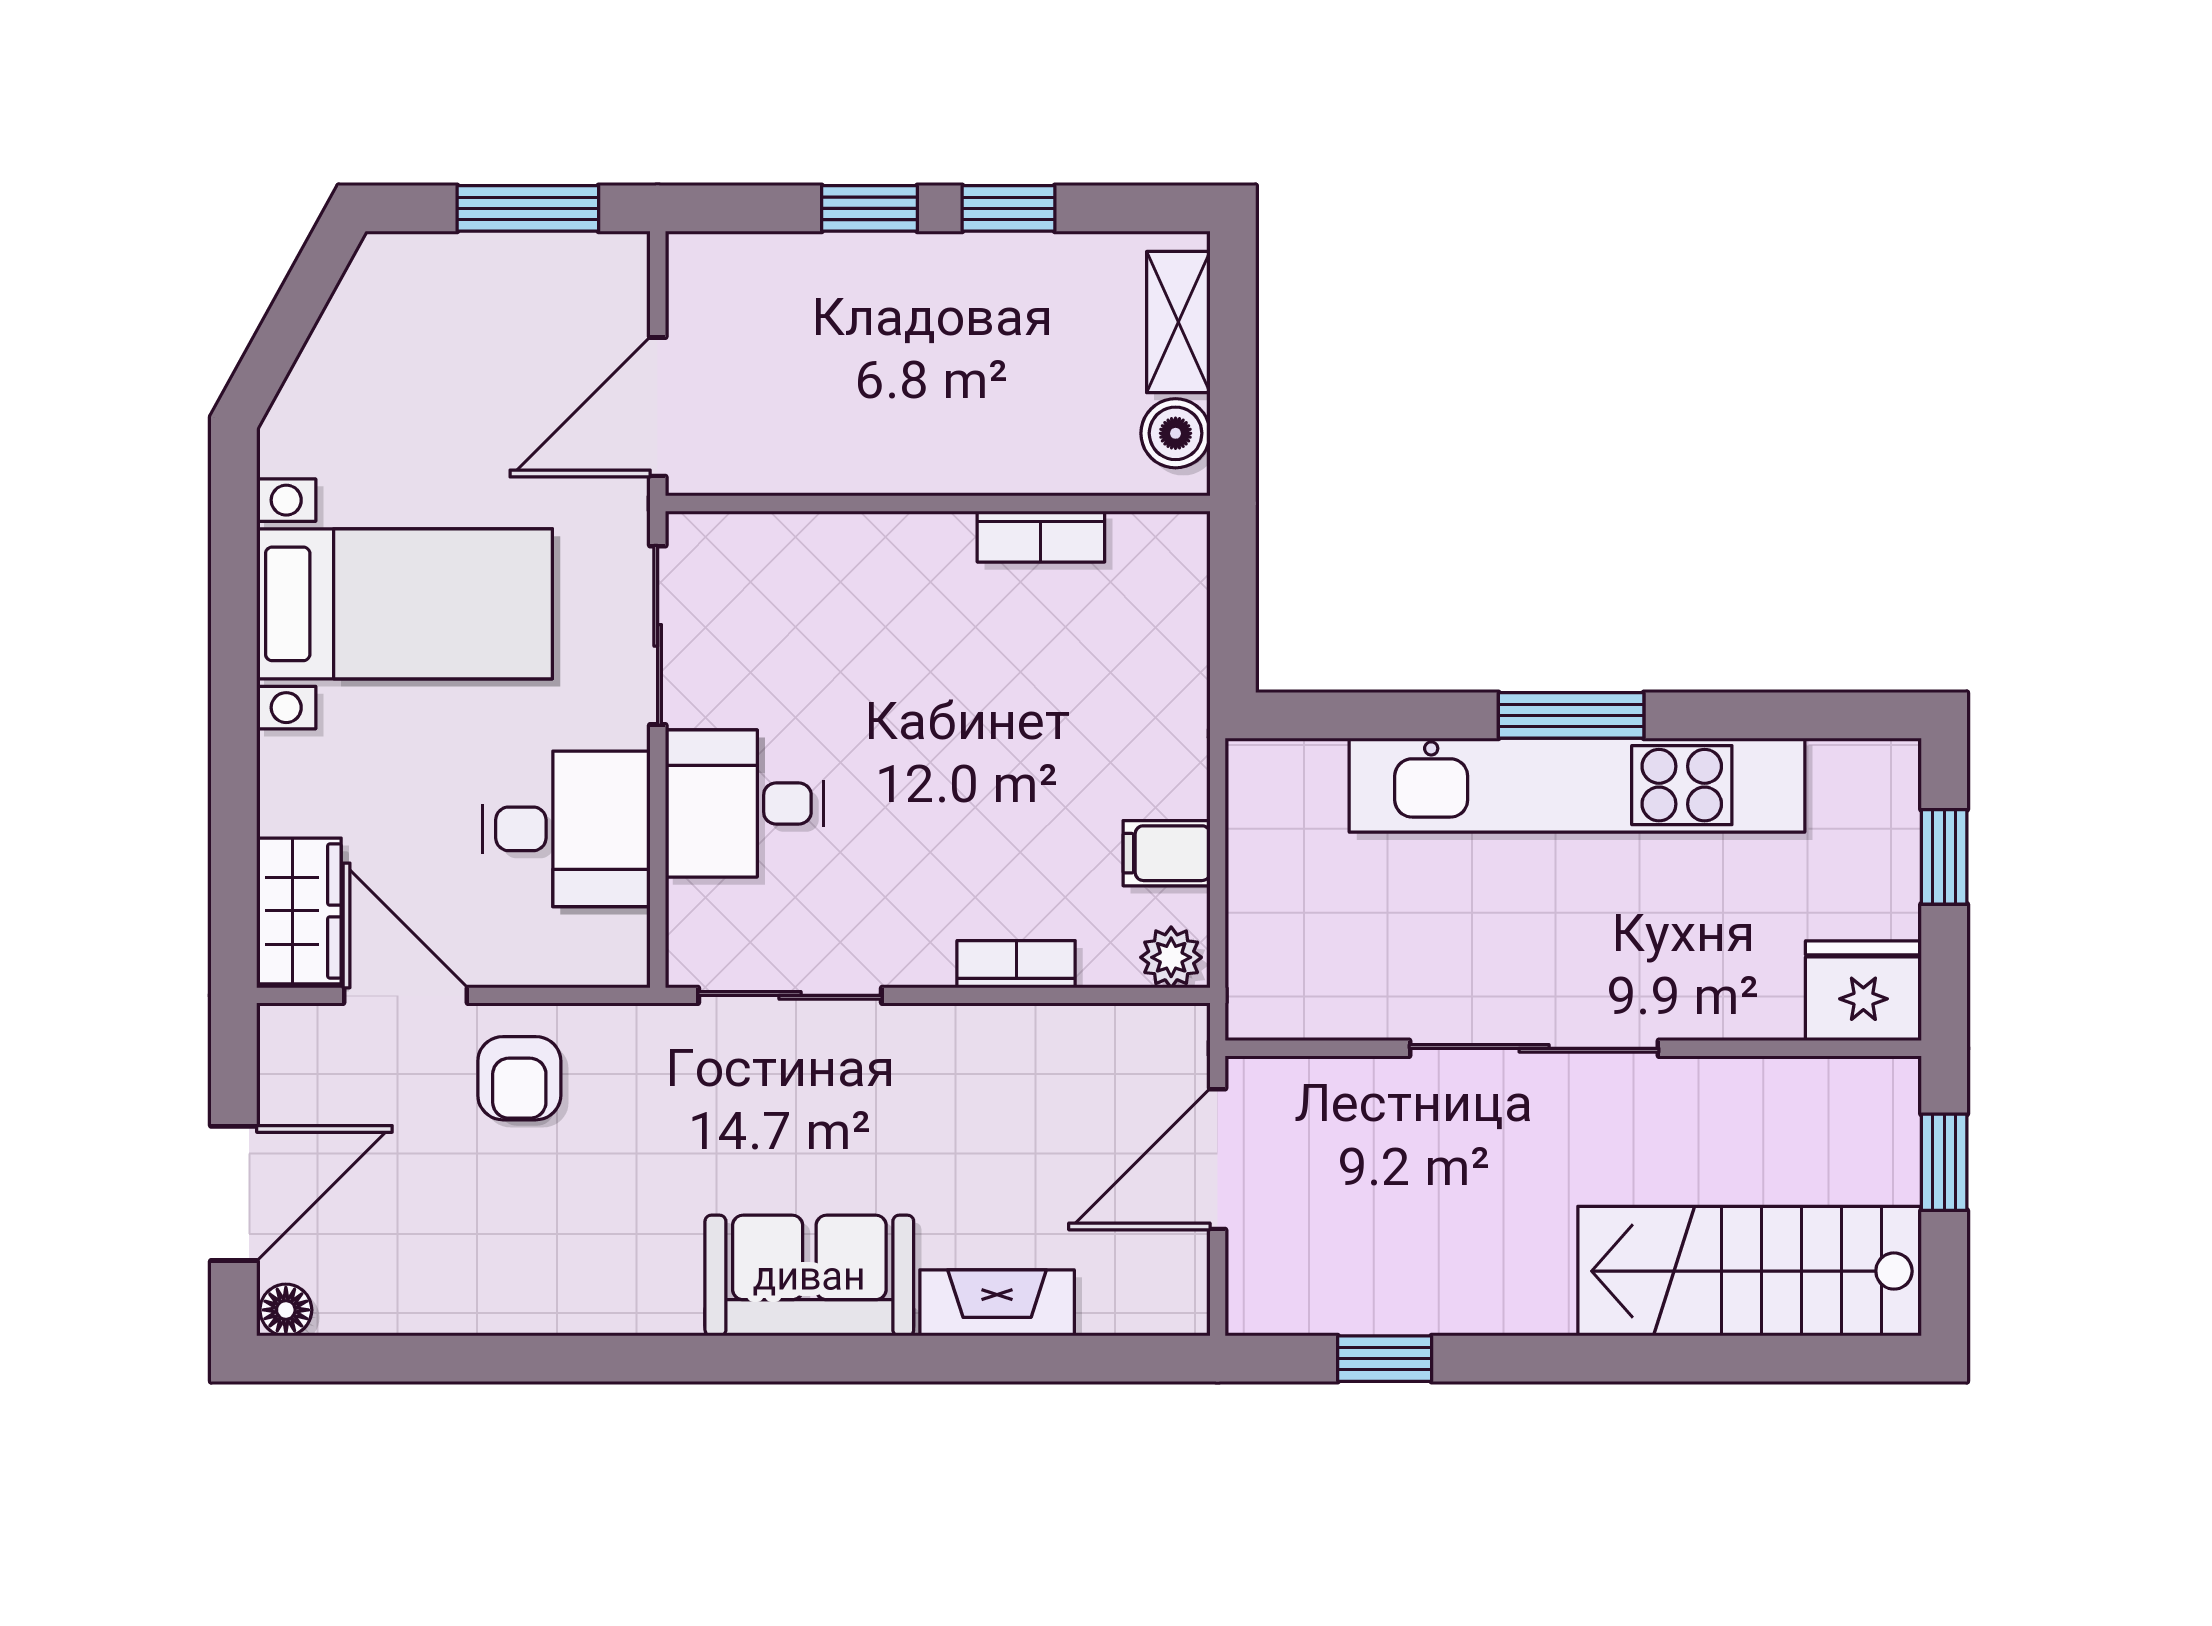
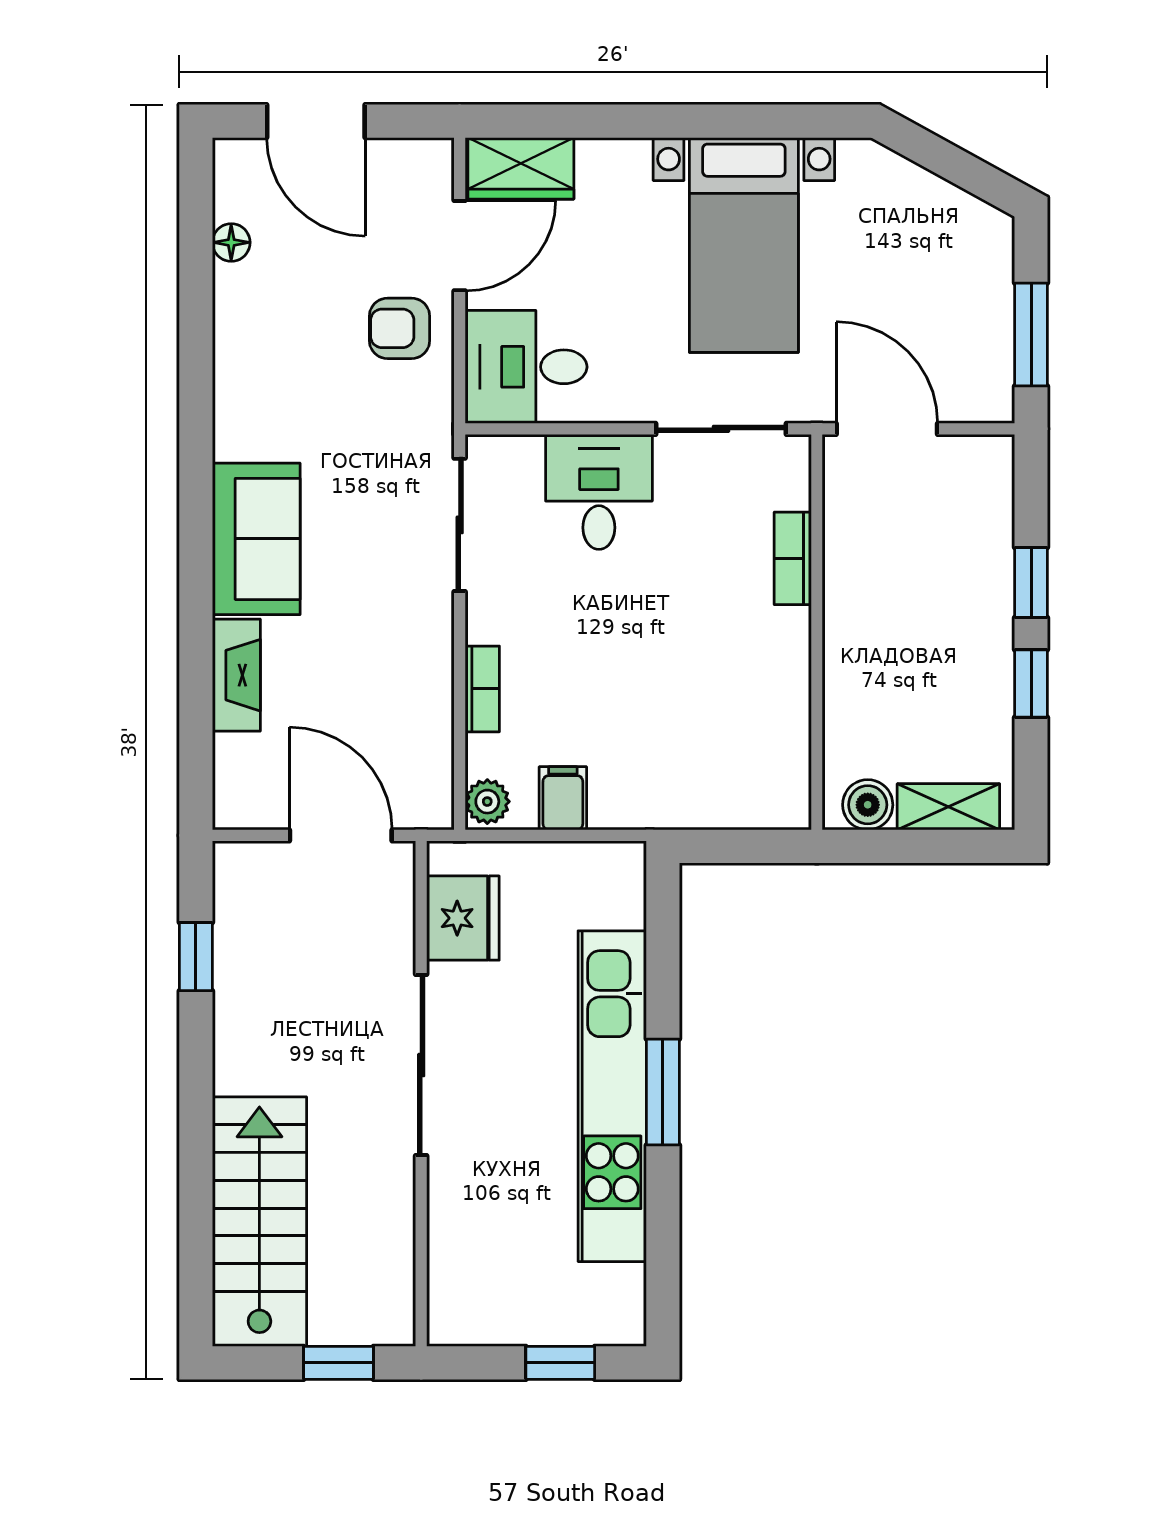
bookcase: (1041, 537) -> (793, 558), moved
desk: (566, 829) -> (526, 367), moved, turned 90
fridge: (1863, 991) -> (463, 918), moved
floor lamp: (286, 1310) -> (231, 242), moved

